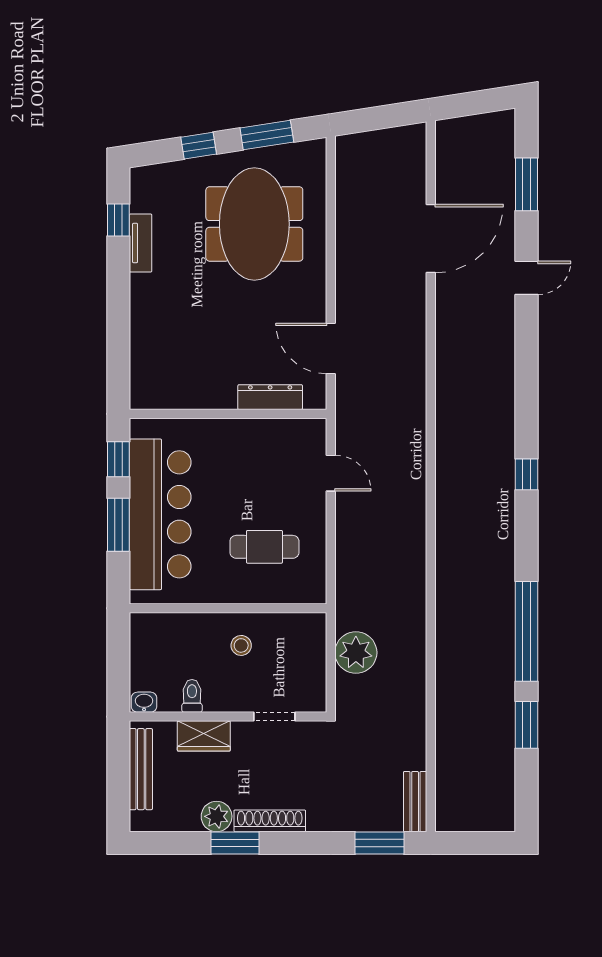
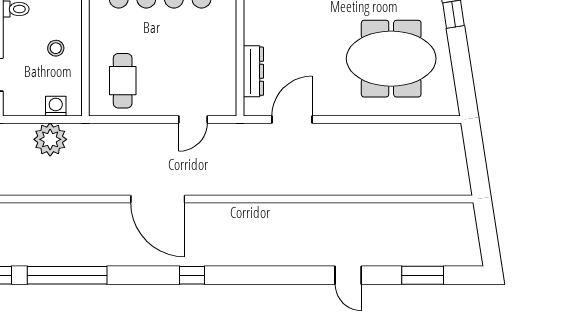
window: (267, 135) -> (462, 69), removed
door: (431, 238) -> (158, 199), moved
cafe table: (264, 547) -> (123, 81), moved
washing machine: (314, 646) -> (56, 106), added

